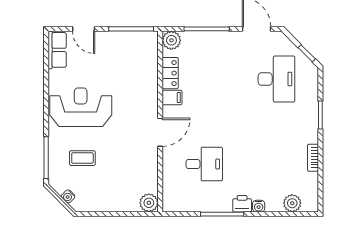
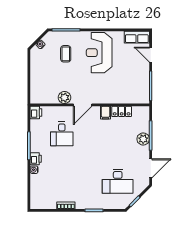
door: (84, 29) -> (151, 55), hinge flipped
plant: (171, 40) -> (143, 139), moved
reception desk: (81, 107) -> (99, 53), turned 180
door: (160, 132) -> (83, 105), hinge flipped
plant: (149, 203) -> (65, 98), moved
printer: (172, 203) -> (36, 113), added
plant: (292, 203) -> (36, 192), removed

